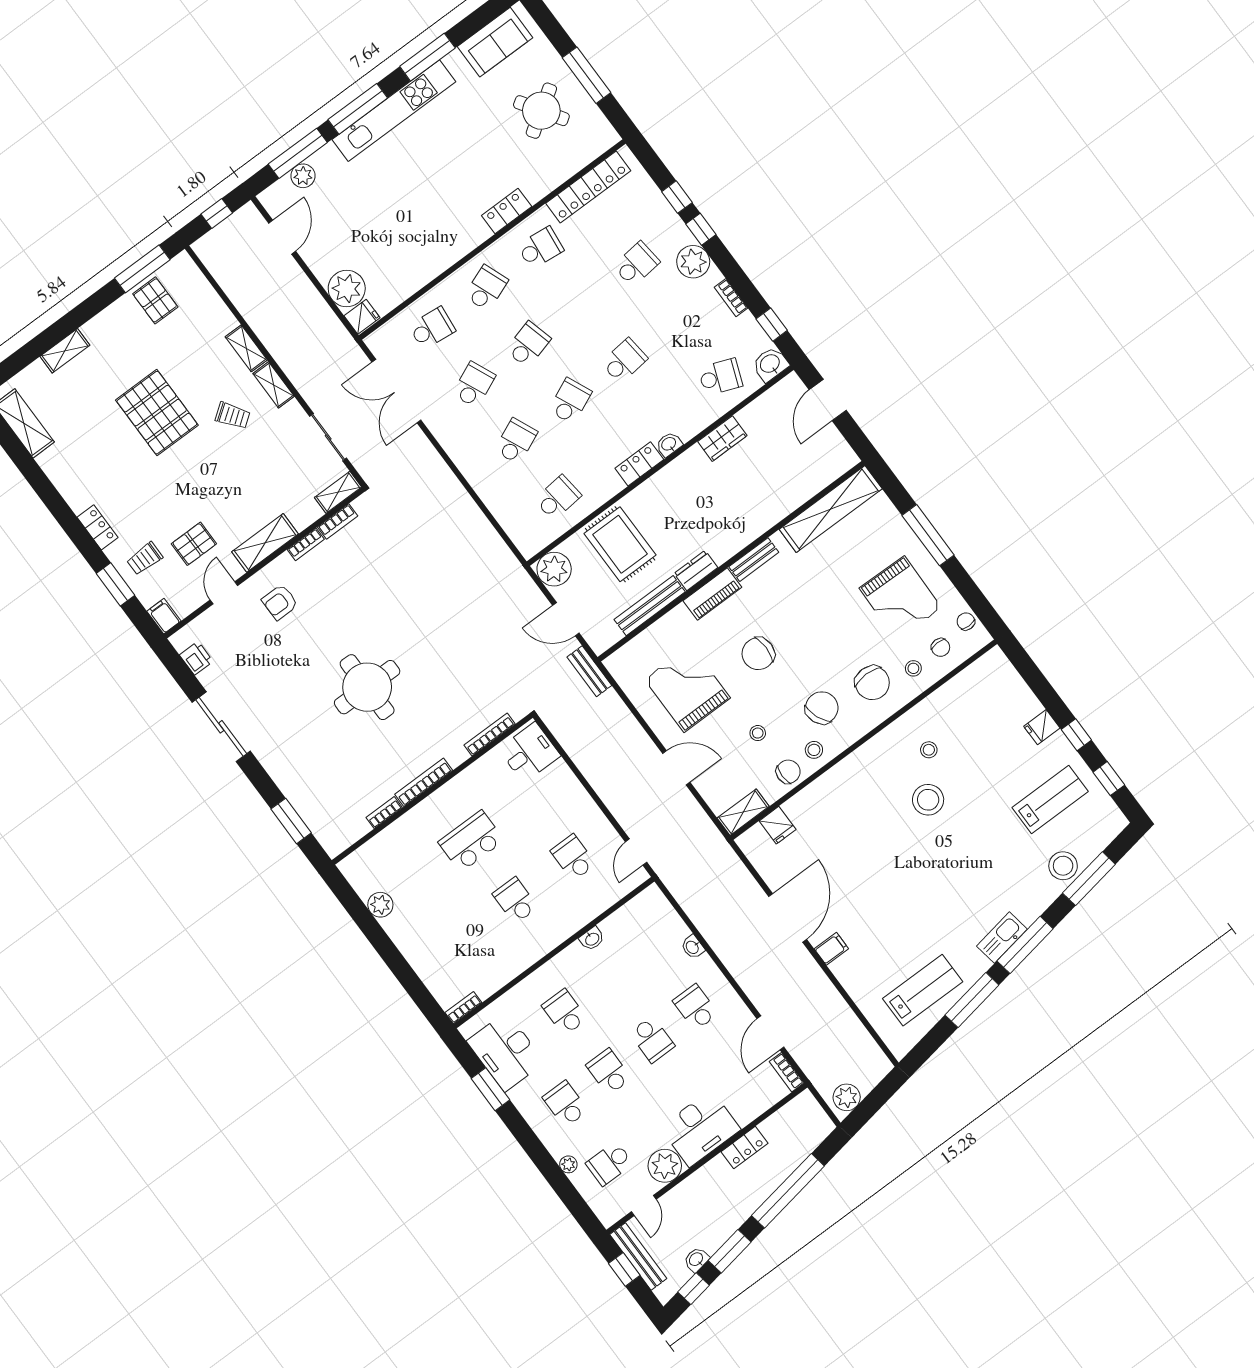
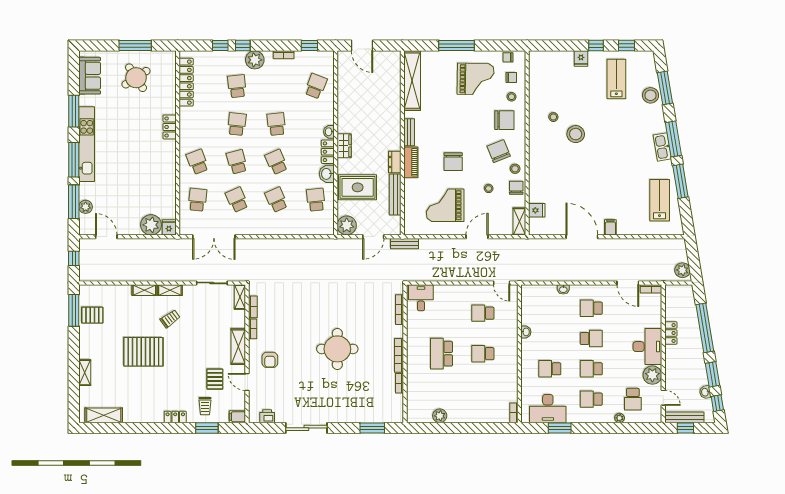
school desk: (540, 248) -> (237, 124), moved
washbasin: (770, 364) -> (327, 174), moved
wardrobe: (722, 439) -> (344, 146), moved

